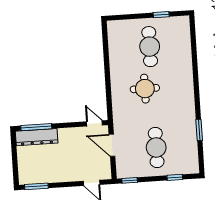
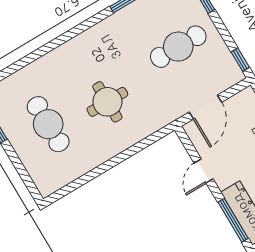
cafe table: (150, 47) -> (48, 124), turned 90
door: (94, 123) -> (204, 171), moved

